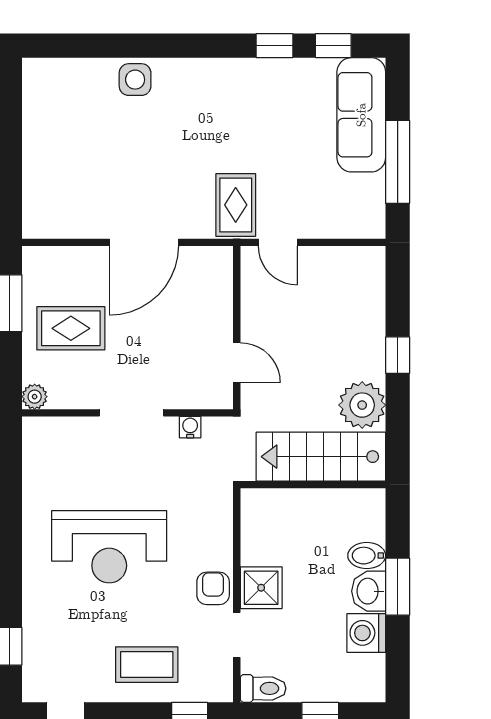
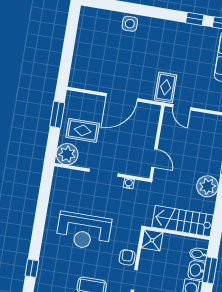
plant: (35, 397) -> (67, 154), width x1.88, depth x1.88
stairs: (321, 457) -> (183, 221), moved
wall: (313, 485) -> (177, 233), moved
shower: (261, 588) -> (152, 240), moved

